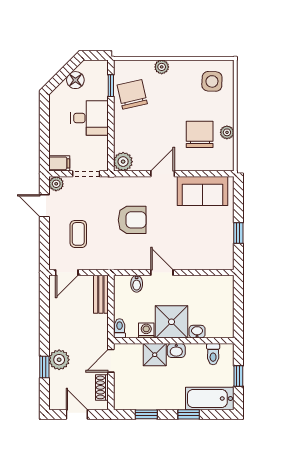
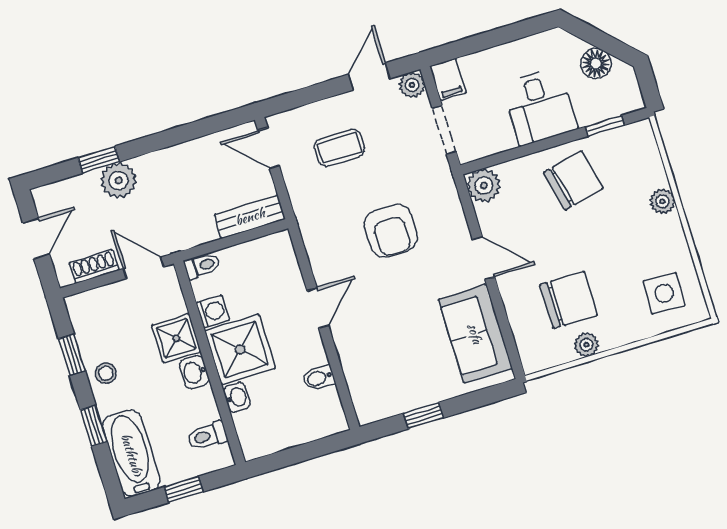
chair: (132, 94) -> (573, 180), moved
bidet: (137, 284) -> (319, 378), moved
stool: (162, 399) -> (106, 373), added

